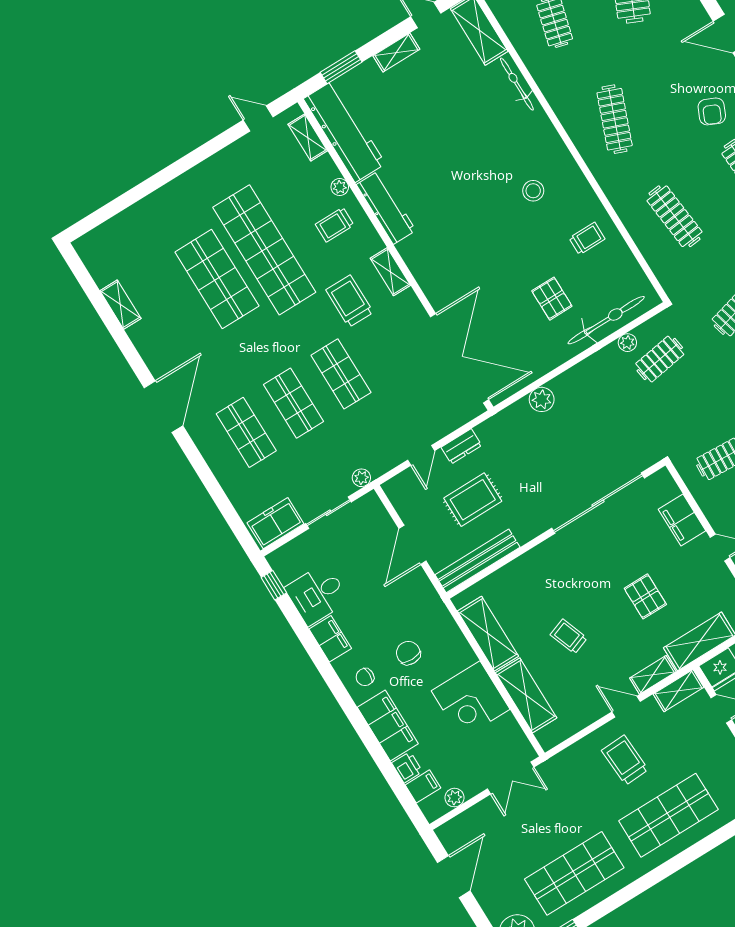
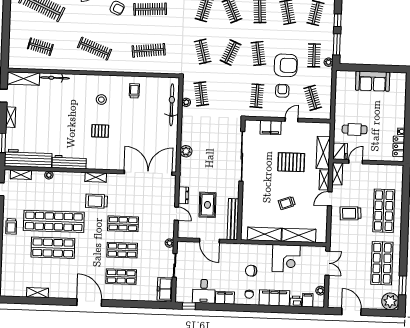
trolley: (335, 225) -> (11, 226), moved
pallet: (552, 299) -> (100, 131), moved
pallet: (645, 596) -> (291, 162), width x1.50, depth x1.42

